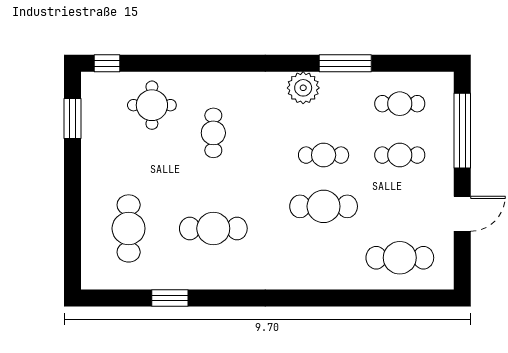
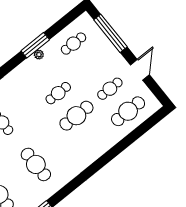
plant: (303, 88) -> (39, 55), moved, width x0.53, depth x0.53
cafe table: (400, 155) -> (110, 89), moved
cafe table: (213, 228) -> (36, 164), turned 90

